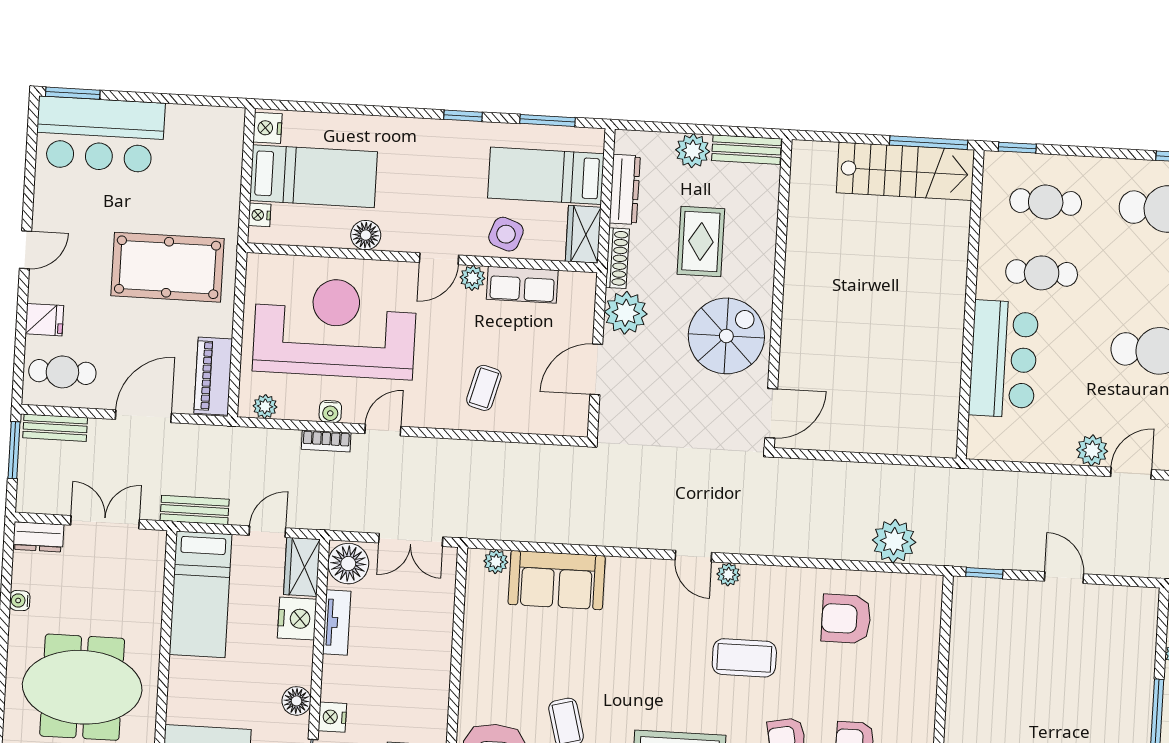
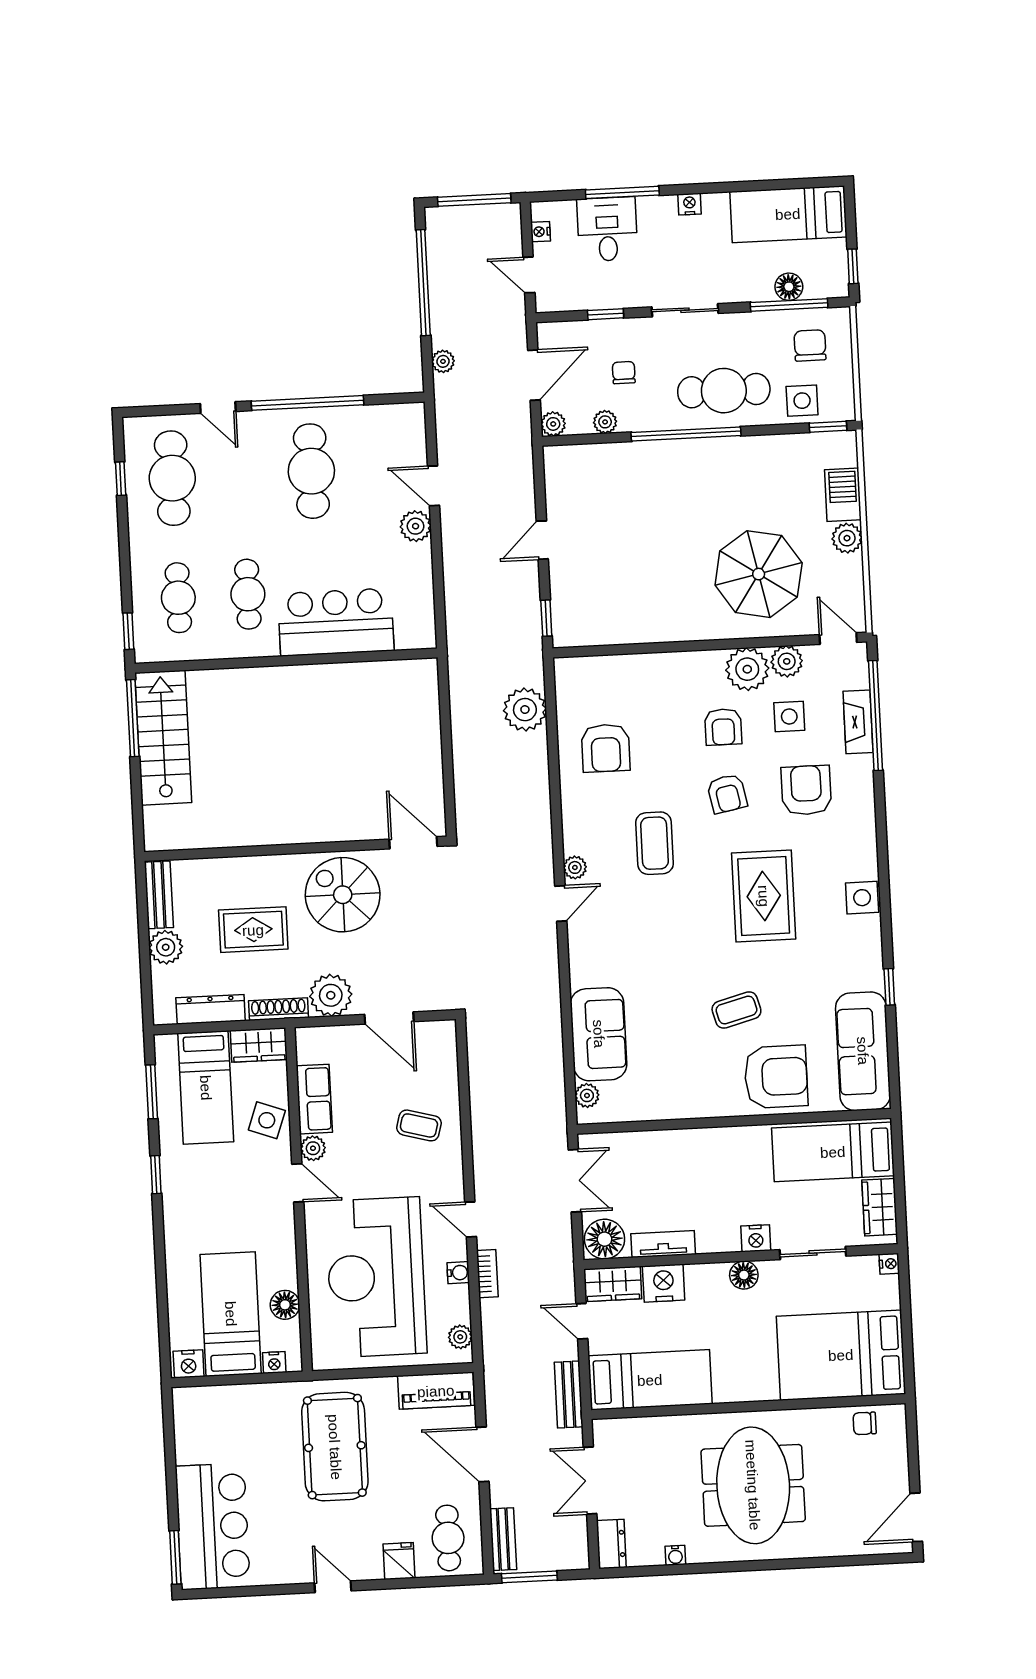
floor lamp: (366, 235) -> (285, 1305), moved

